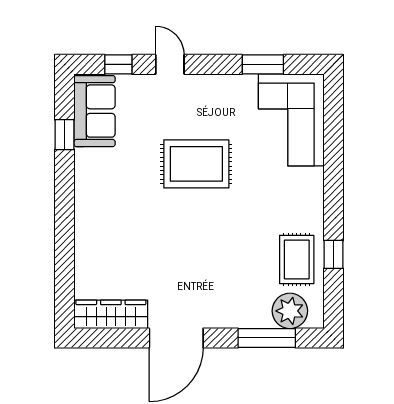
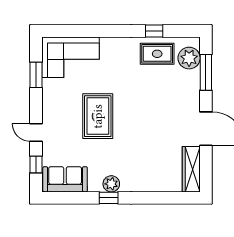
door: (170, 64) -> (36, 133), hinge flipped
window: (65, 135) -> (109, 198), moved
plant: (87, 186) -> (111, 184), added

